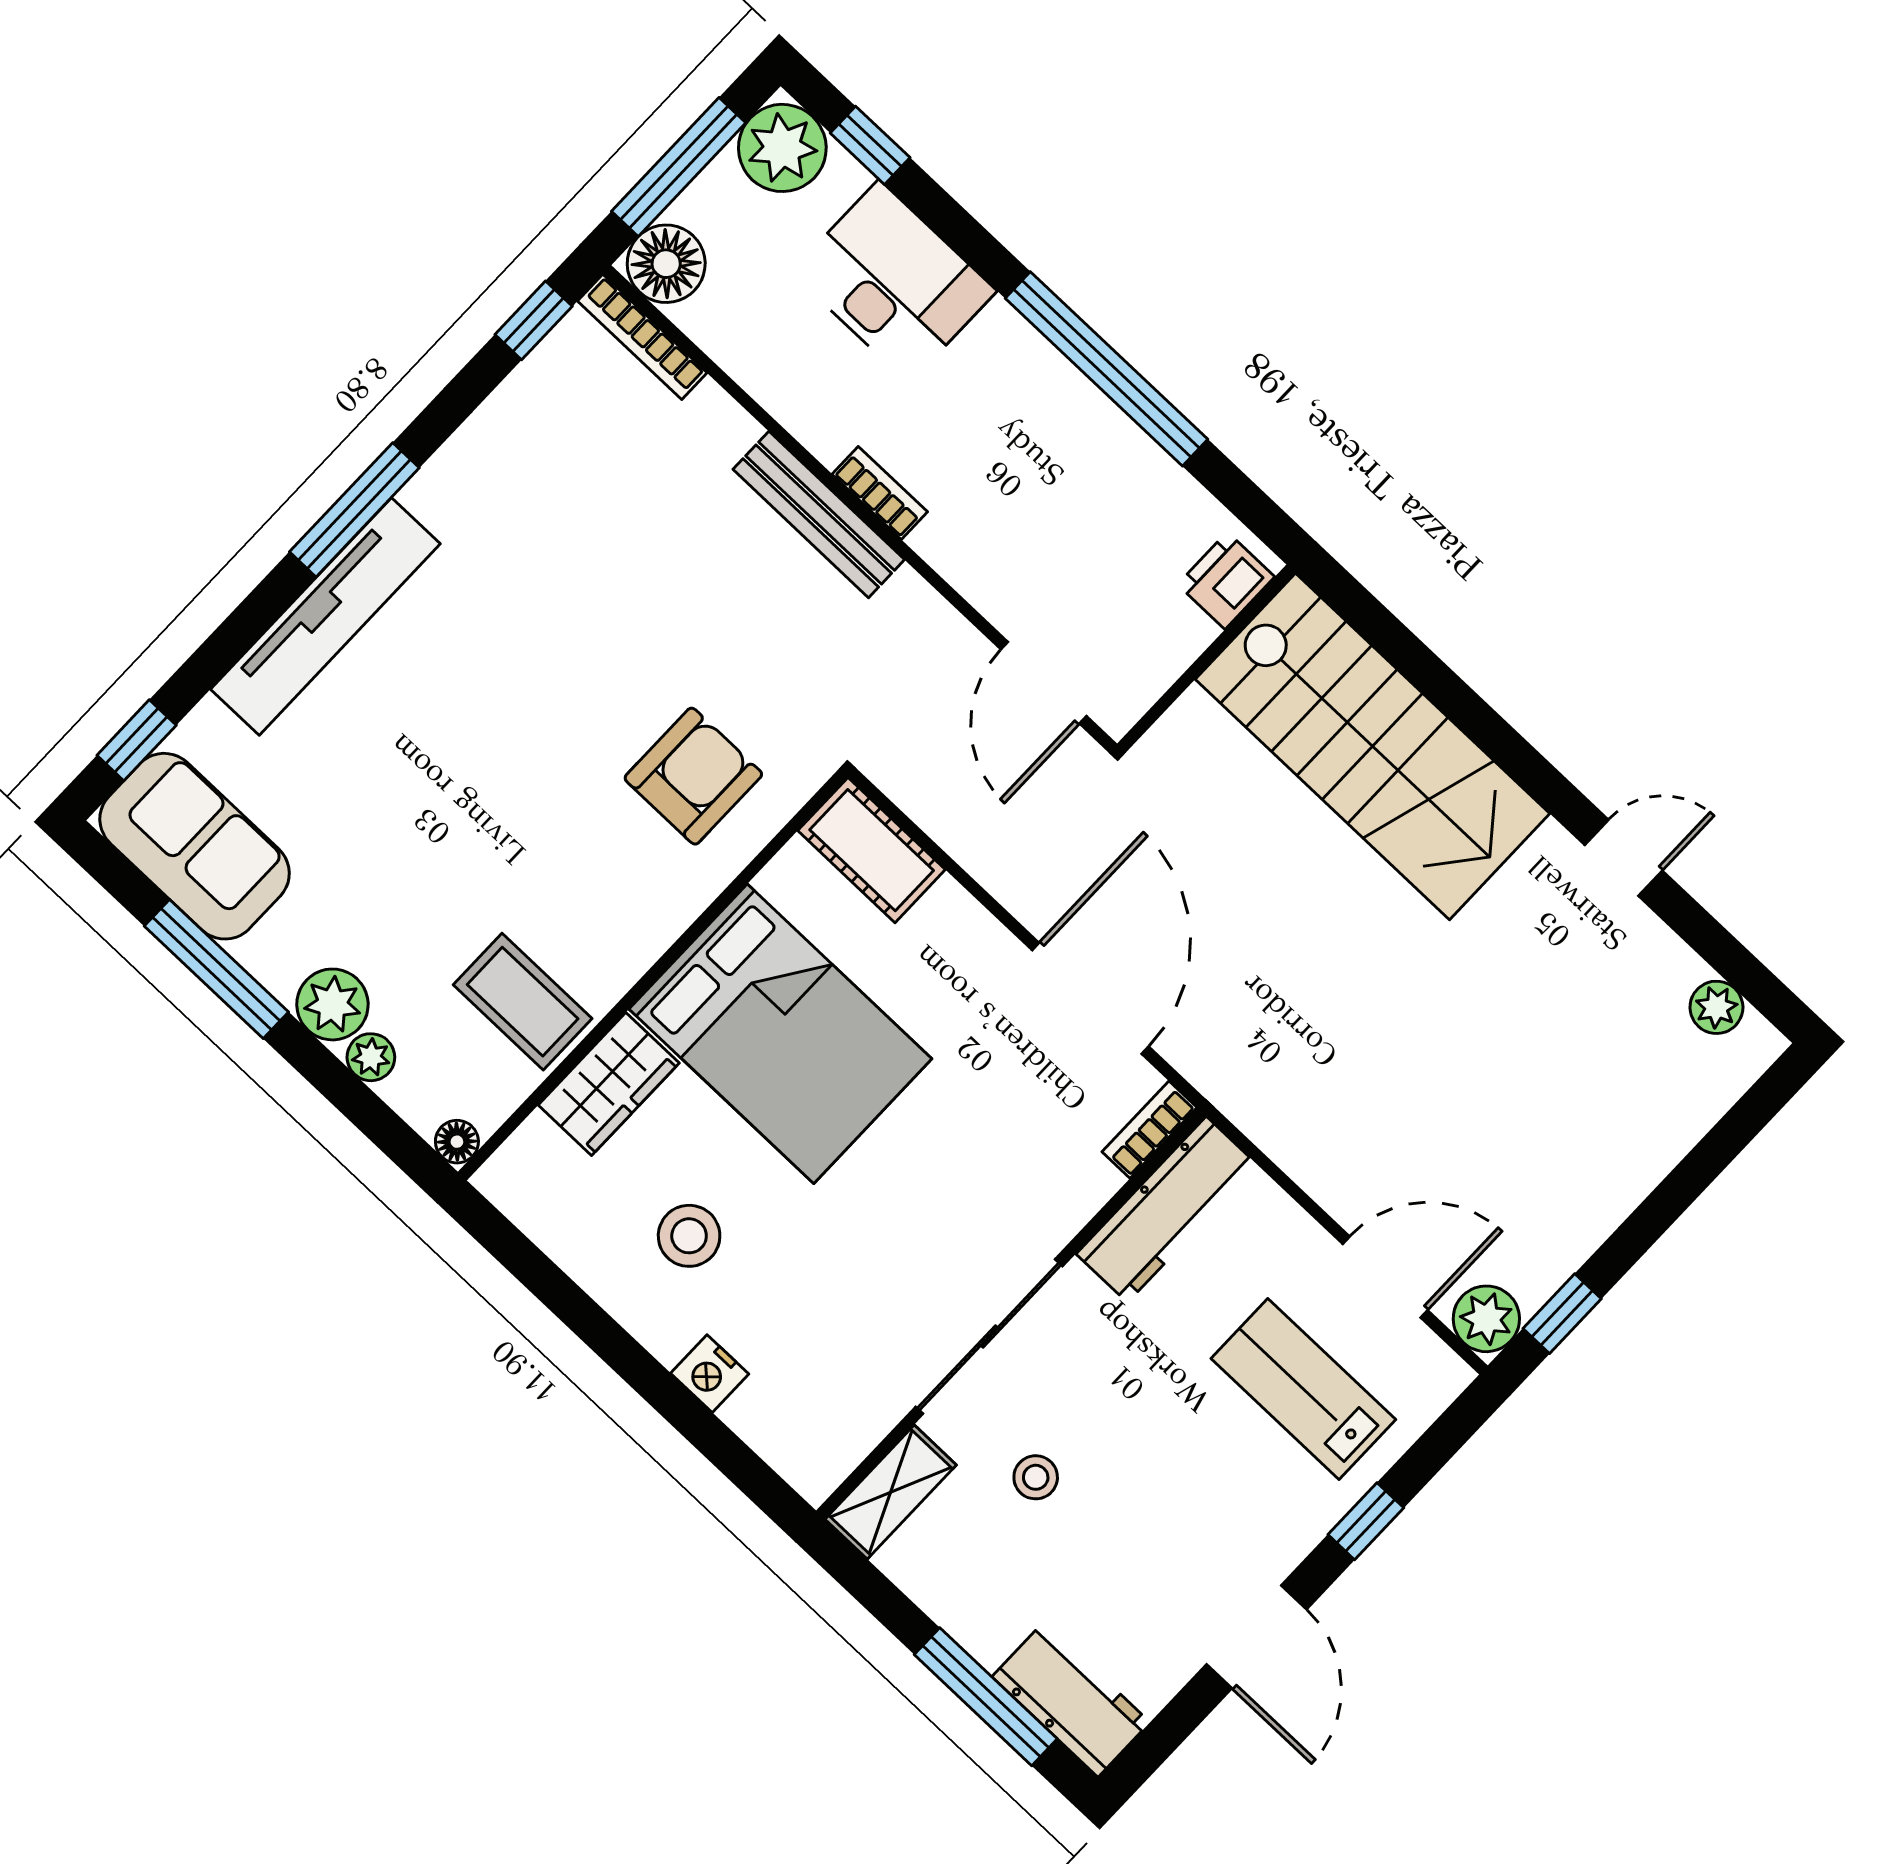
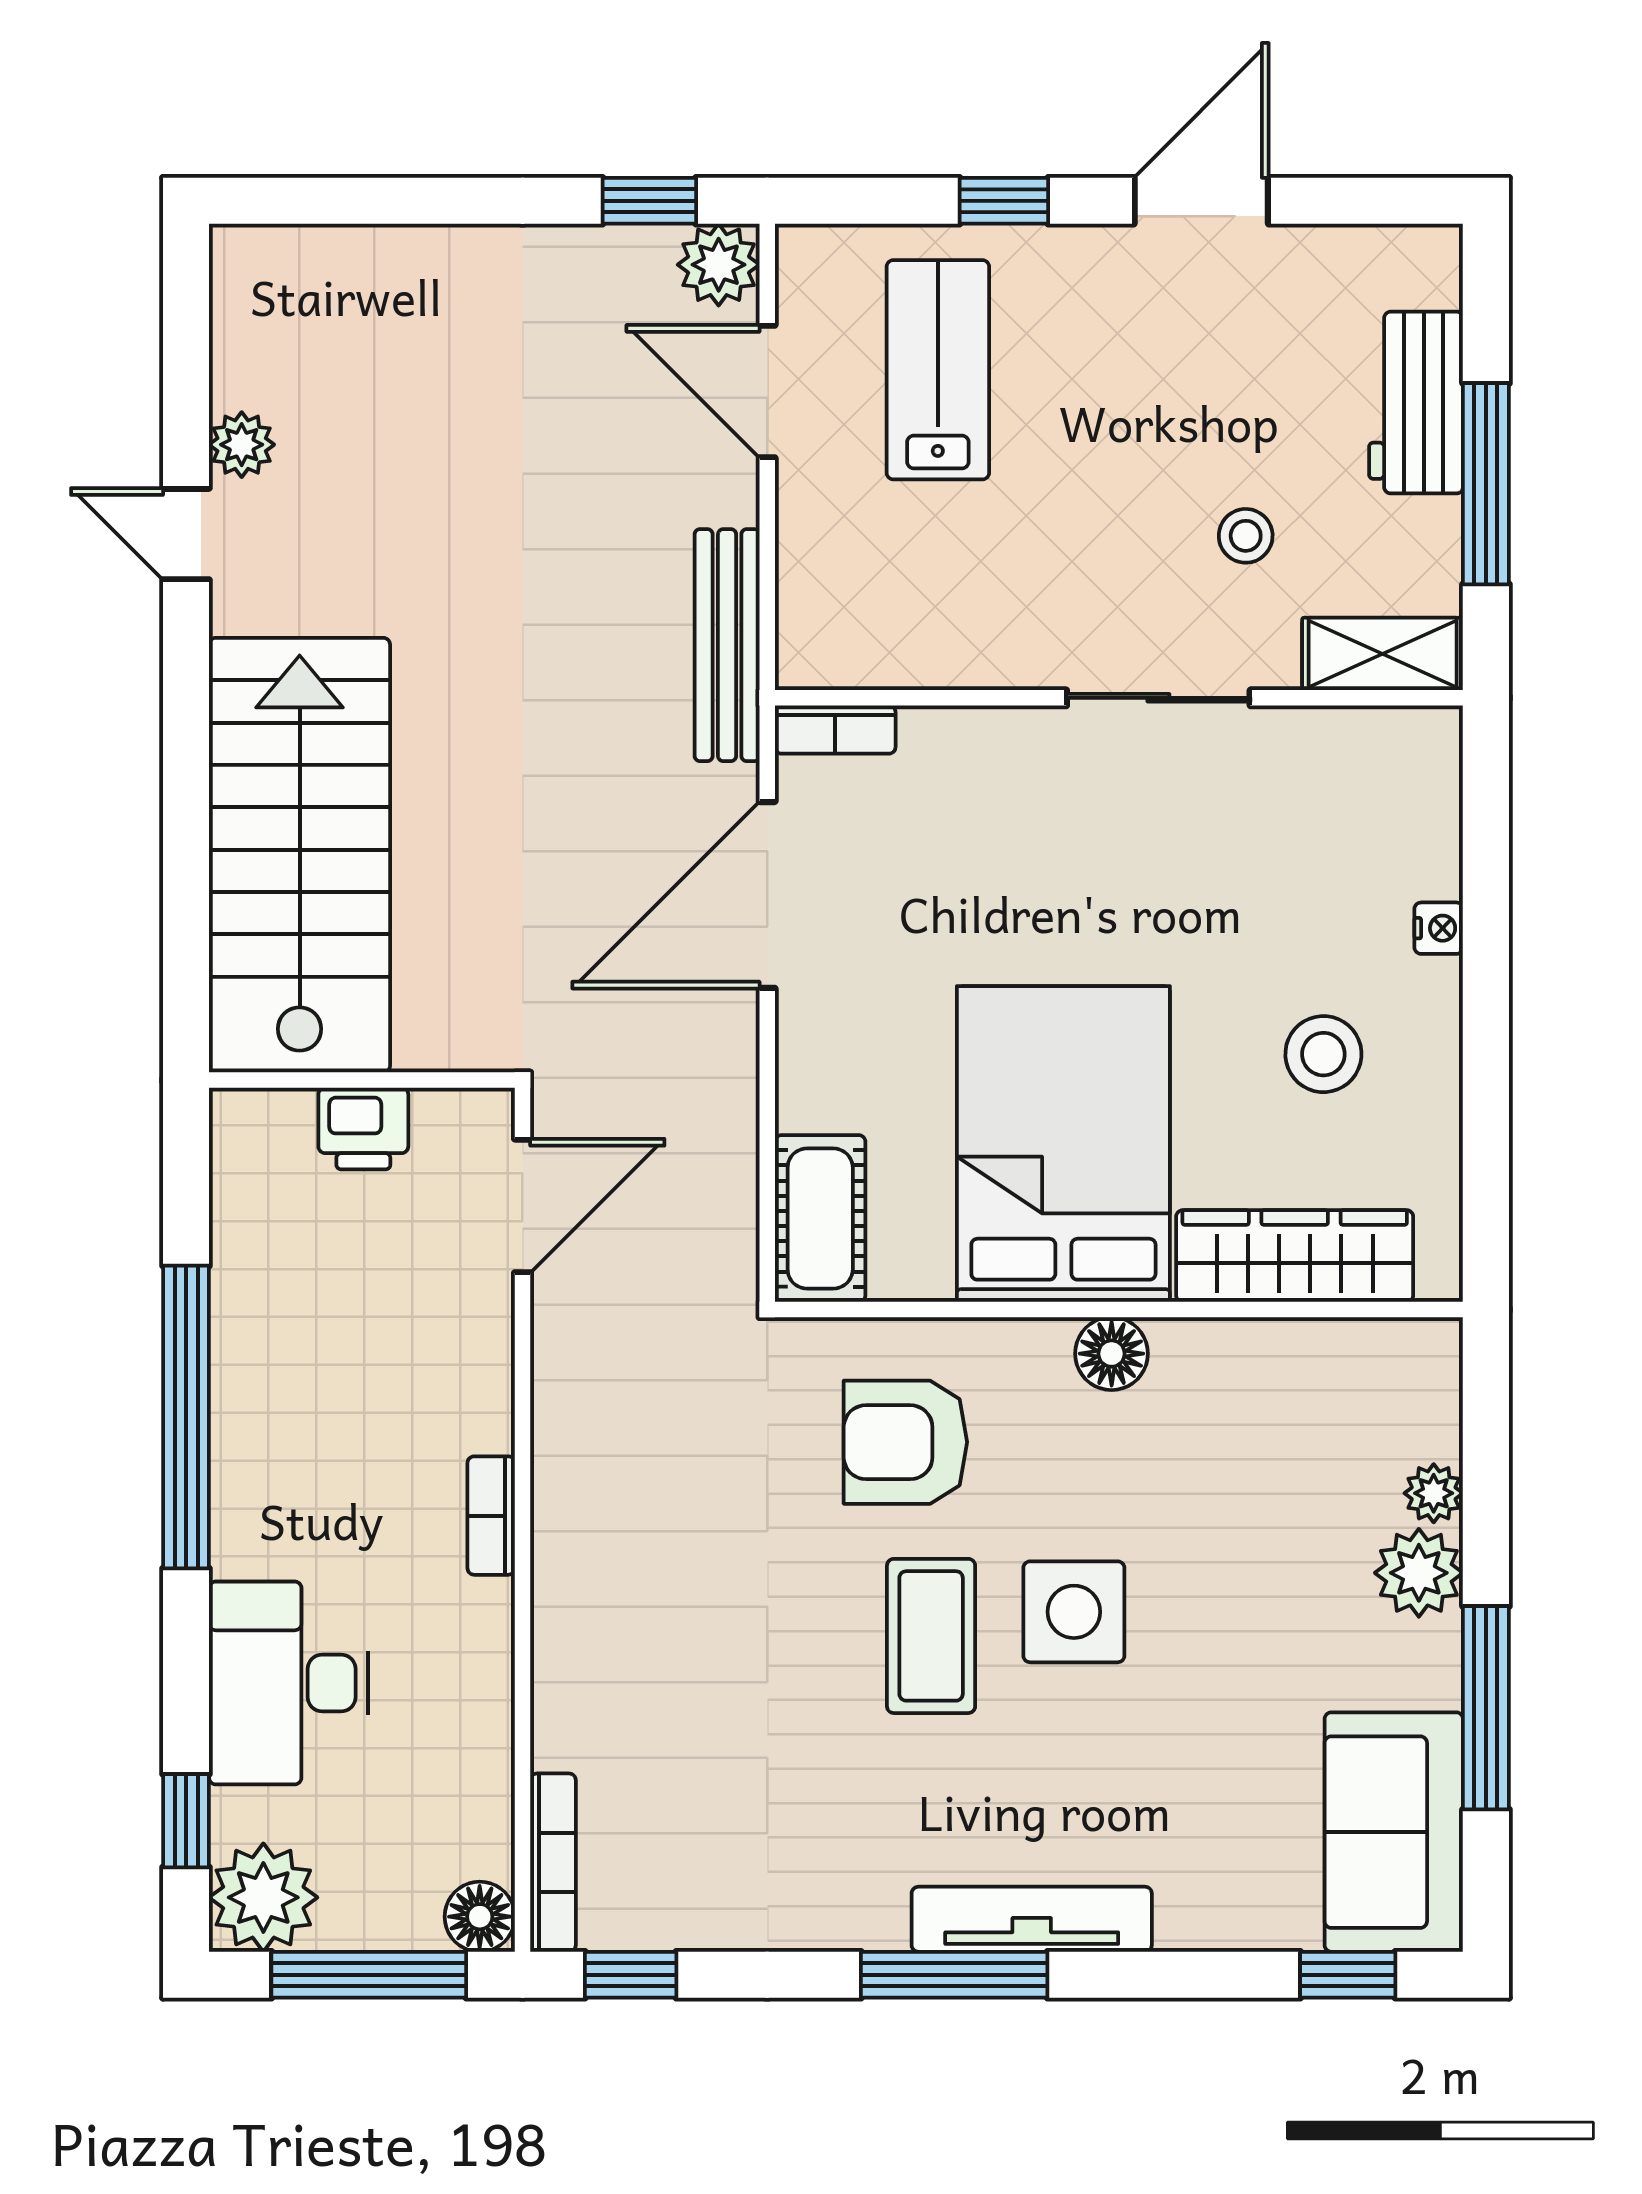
floor lamp: (666, 264) -> (480, 1917), width x0.73, depth x0.73
bench: (819, 514) -> (727, 645), moved
printer: (1226, 581) -> (363, 1129), moved
tv unit: (325, 616) -> (1032, 1919), width x0.73, depth x0.78
side table: (501, 781) -> (1074, 1612), added
coffee table: (523, 1002) -> (931, 1636), moved
plant: (1716, 1007) -> (242, 445), moved
wardrobe: (609, 1084) -> (1295, 1256), width x1.50
floor lamp: (457, 1142) -> (1112, 1354), moved, width x1.37, depth x1.37
workbench: (1167, 1209) -> (892, 646), removed
sliding door: (989, 1336) -> (1158, 698), width x0.73
nightstand: (710, 1374) -> (1439, 928), width x0.72, depth x0.74
lab bench: (1303, 1389) -> (938, 370), turned 180
window: (986, 1697) -> (1486, 484), moved
workbench: (1071, 1700) -> (1416, 403), moved

